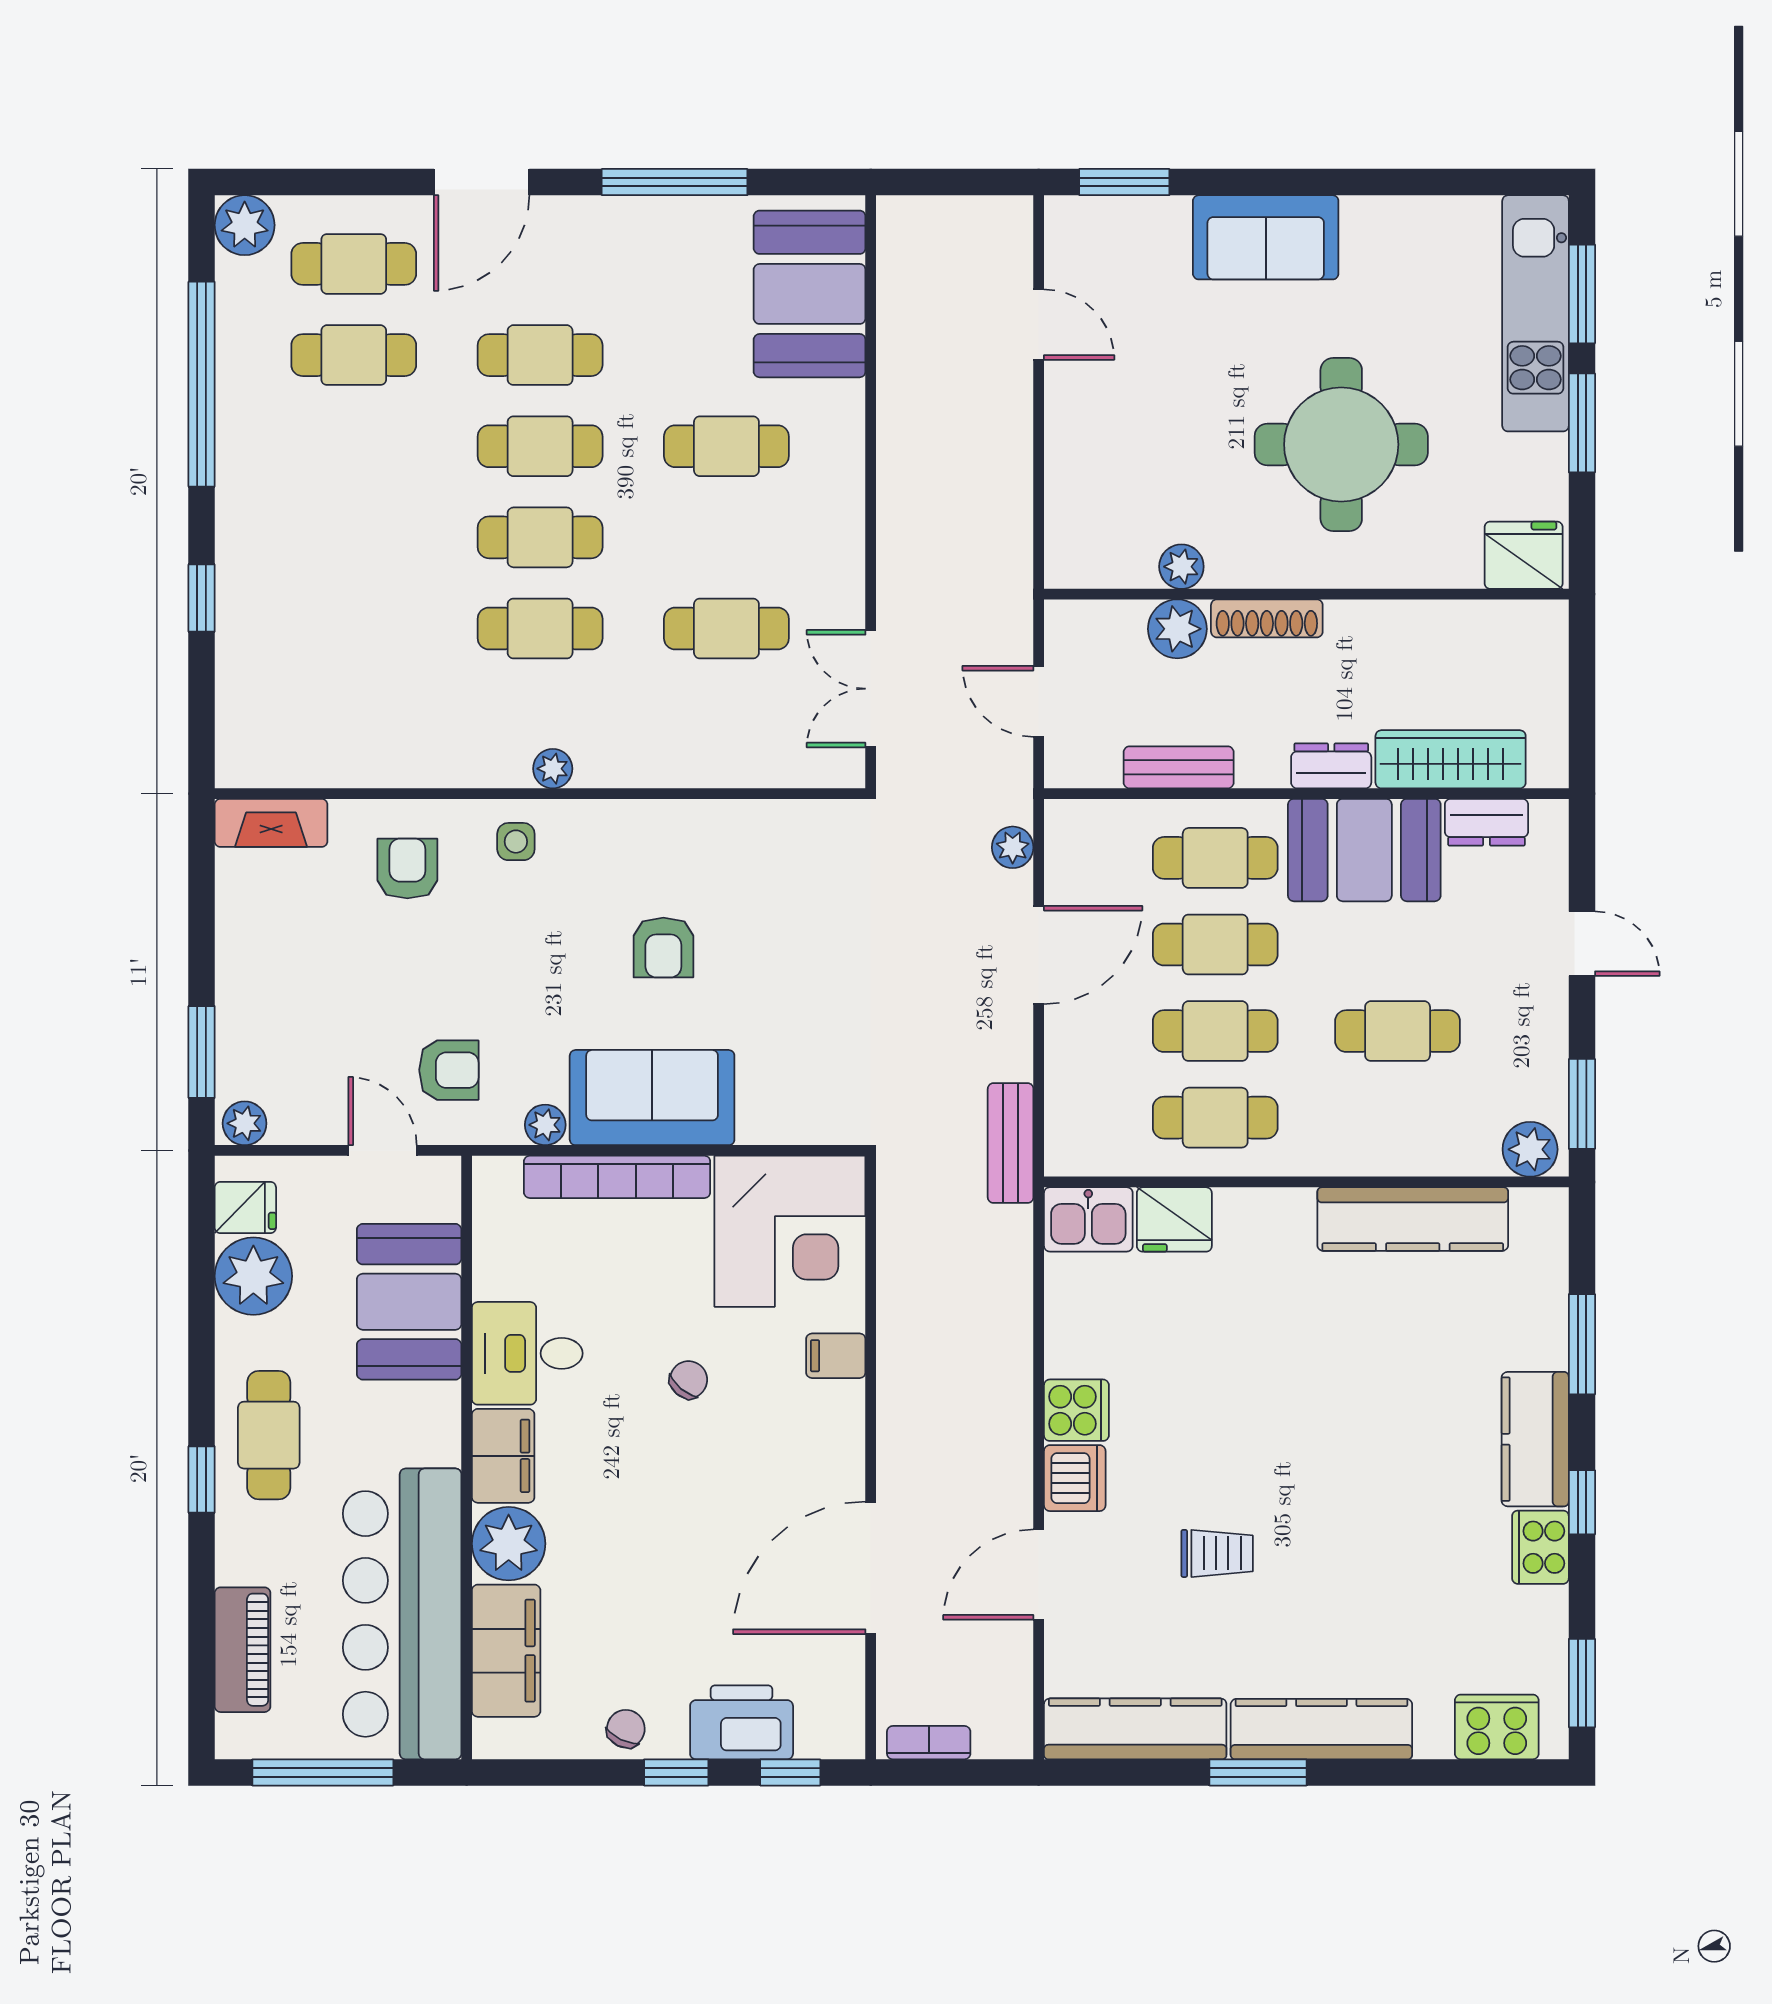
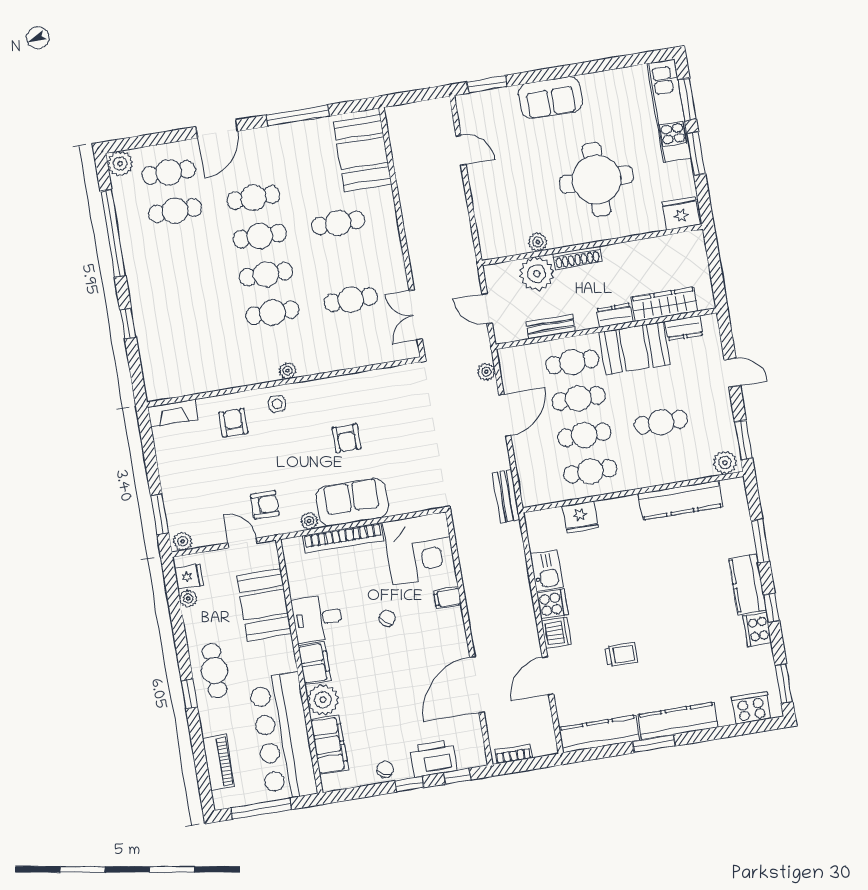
plant: (1177, 629) -> (537, 274), width x1.36, depth x1.36
kitchen sink: (1088, 1219) -> (547, 571), moved, turned -90
plant: (253, 1276) -> (188, 599), width x0.53, depth x0.53

